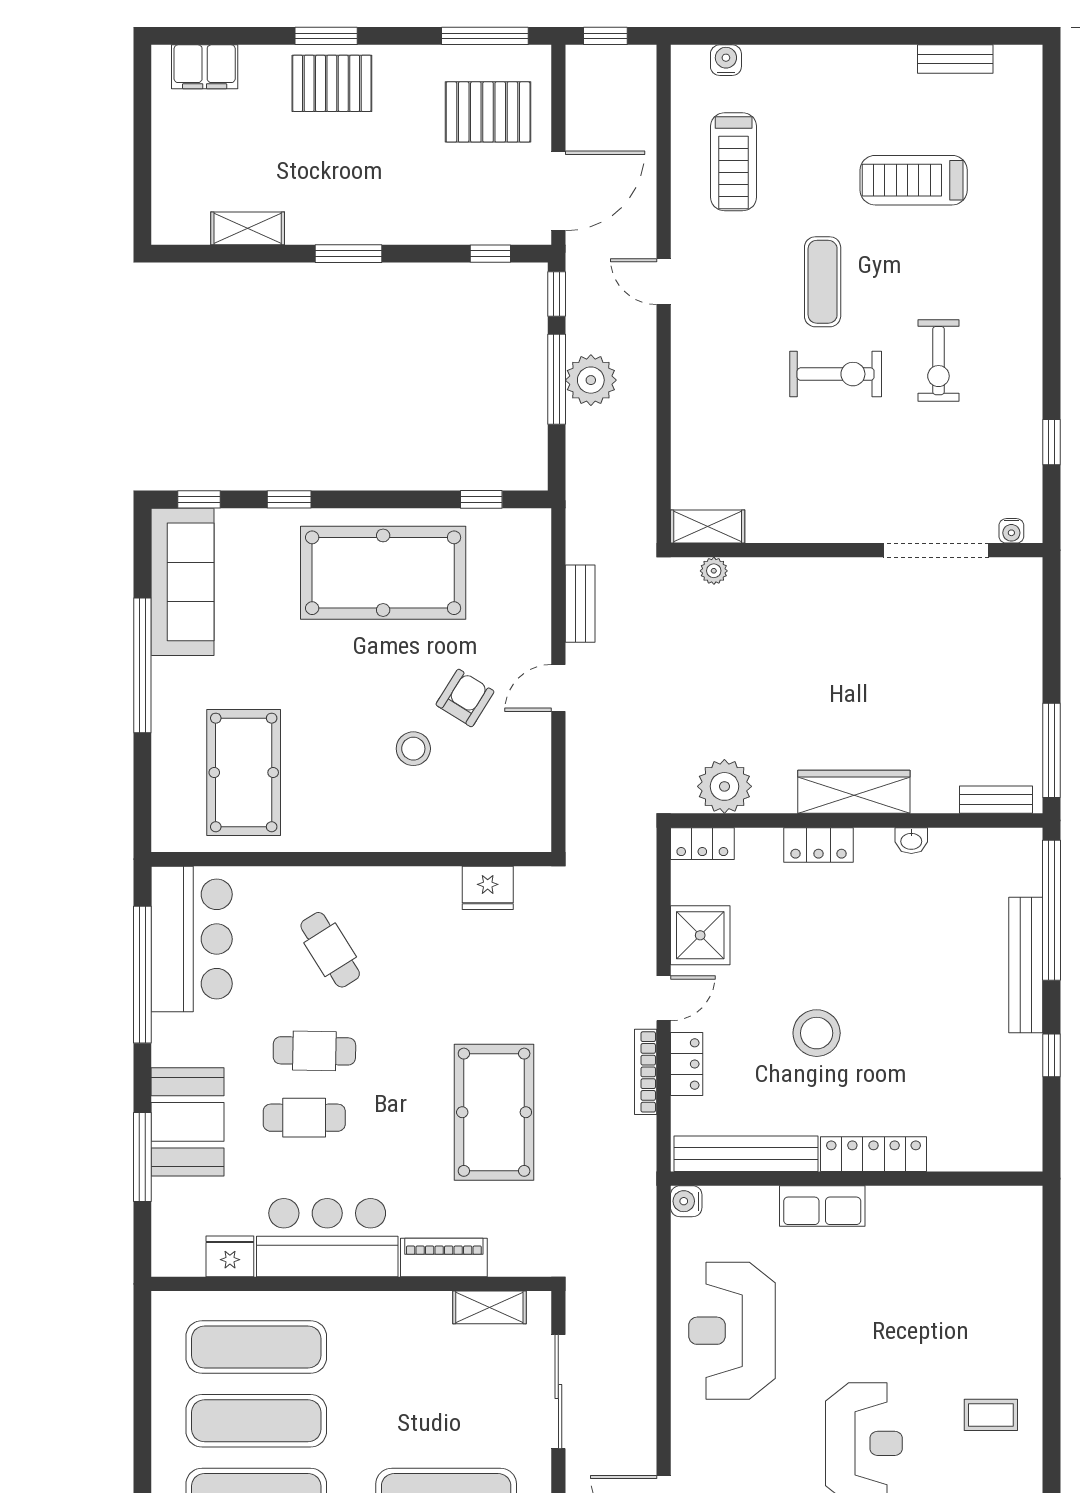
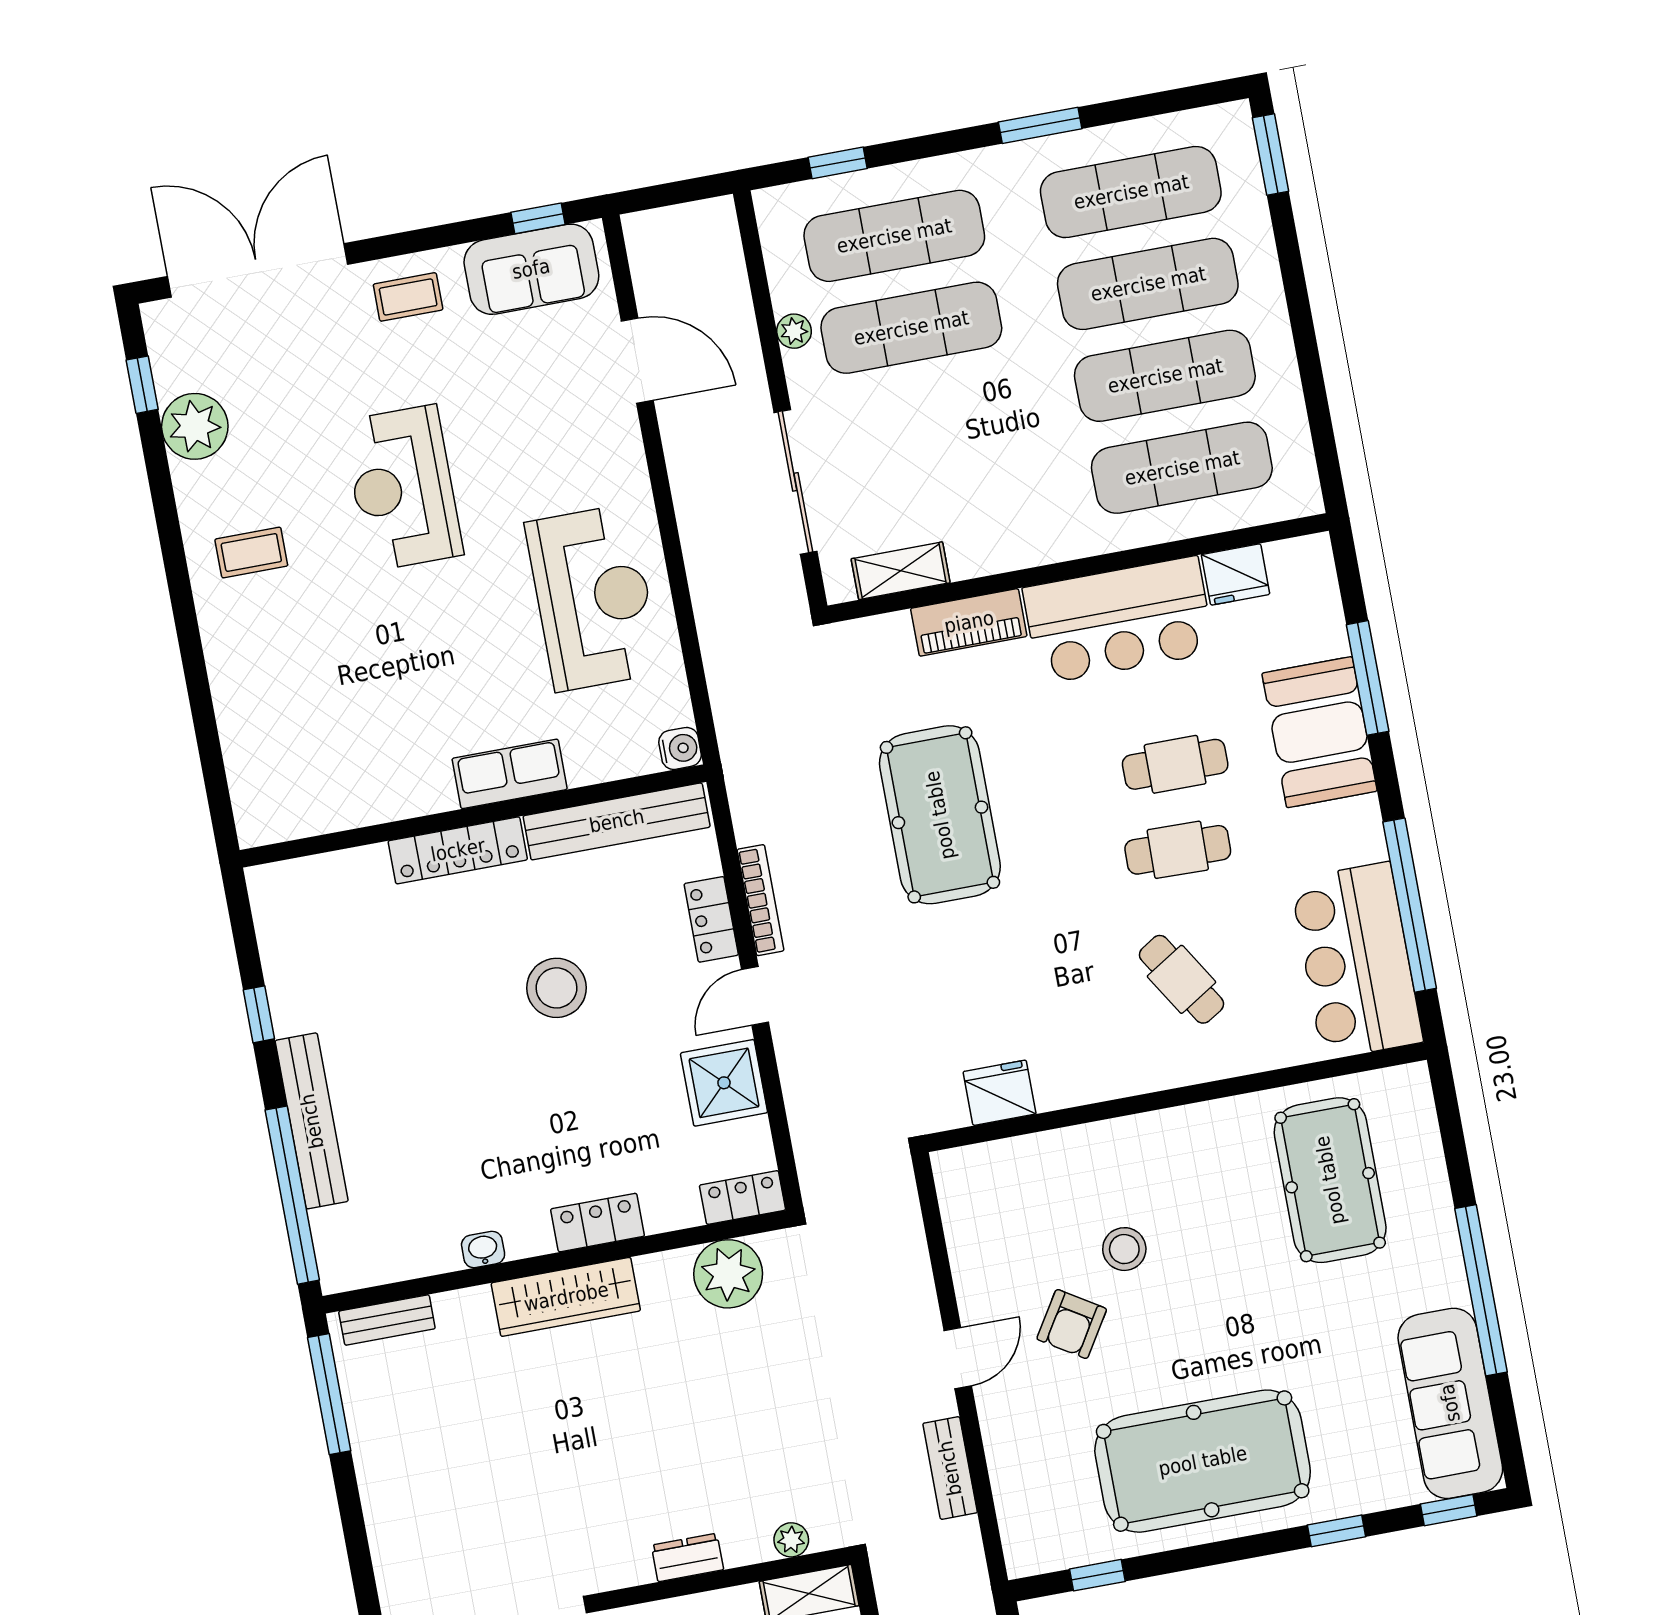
dresser: (797, 572) -> (687, 1557), added

